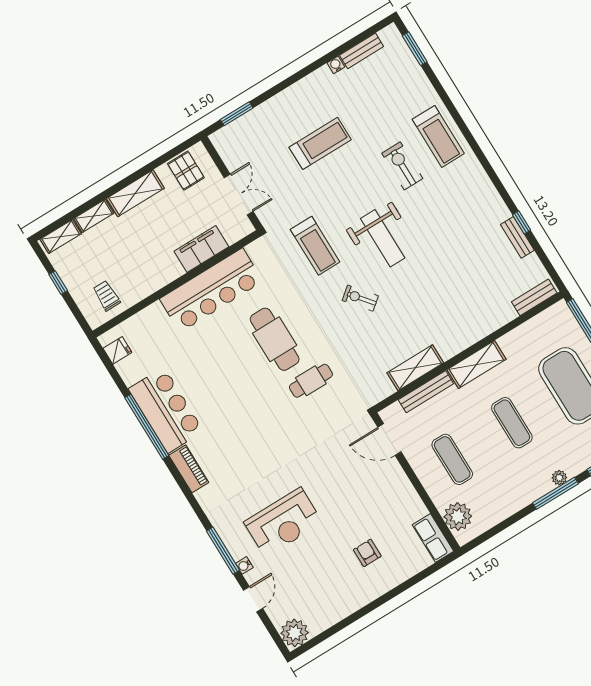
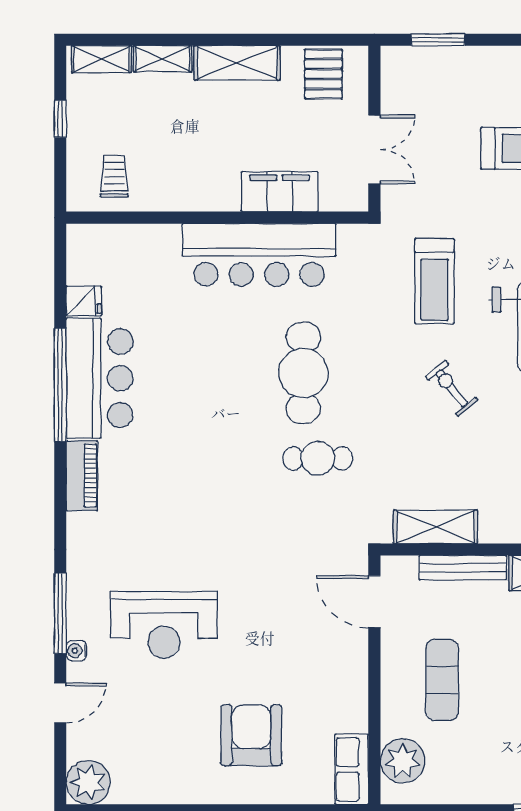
fridge: (117, 350) -> (84, 301), moved
shelving: (415, 368) -> (435, 527), moved
armchair: (367, 553) -> (251, 735), width x1.88, depth x1.88

